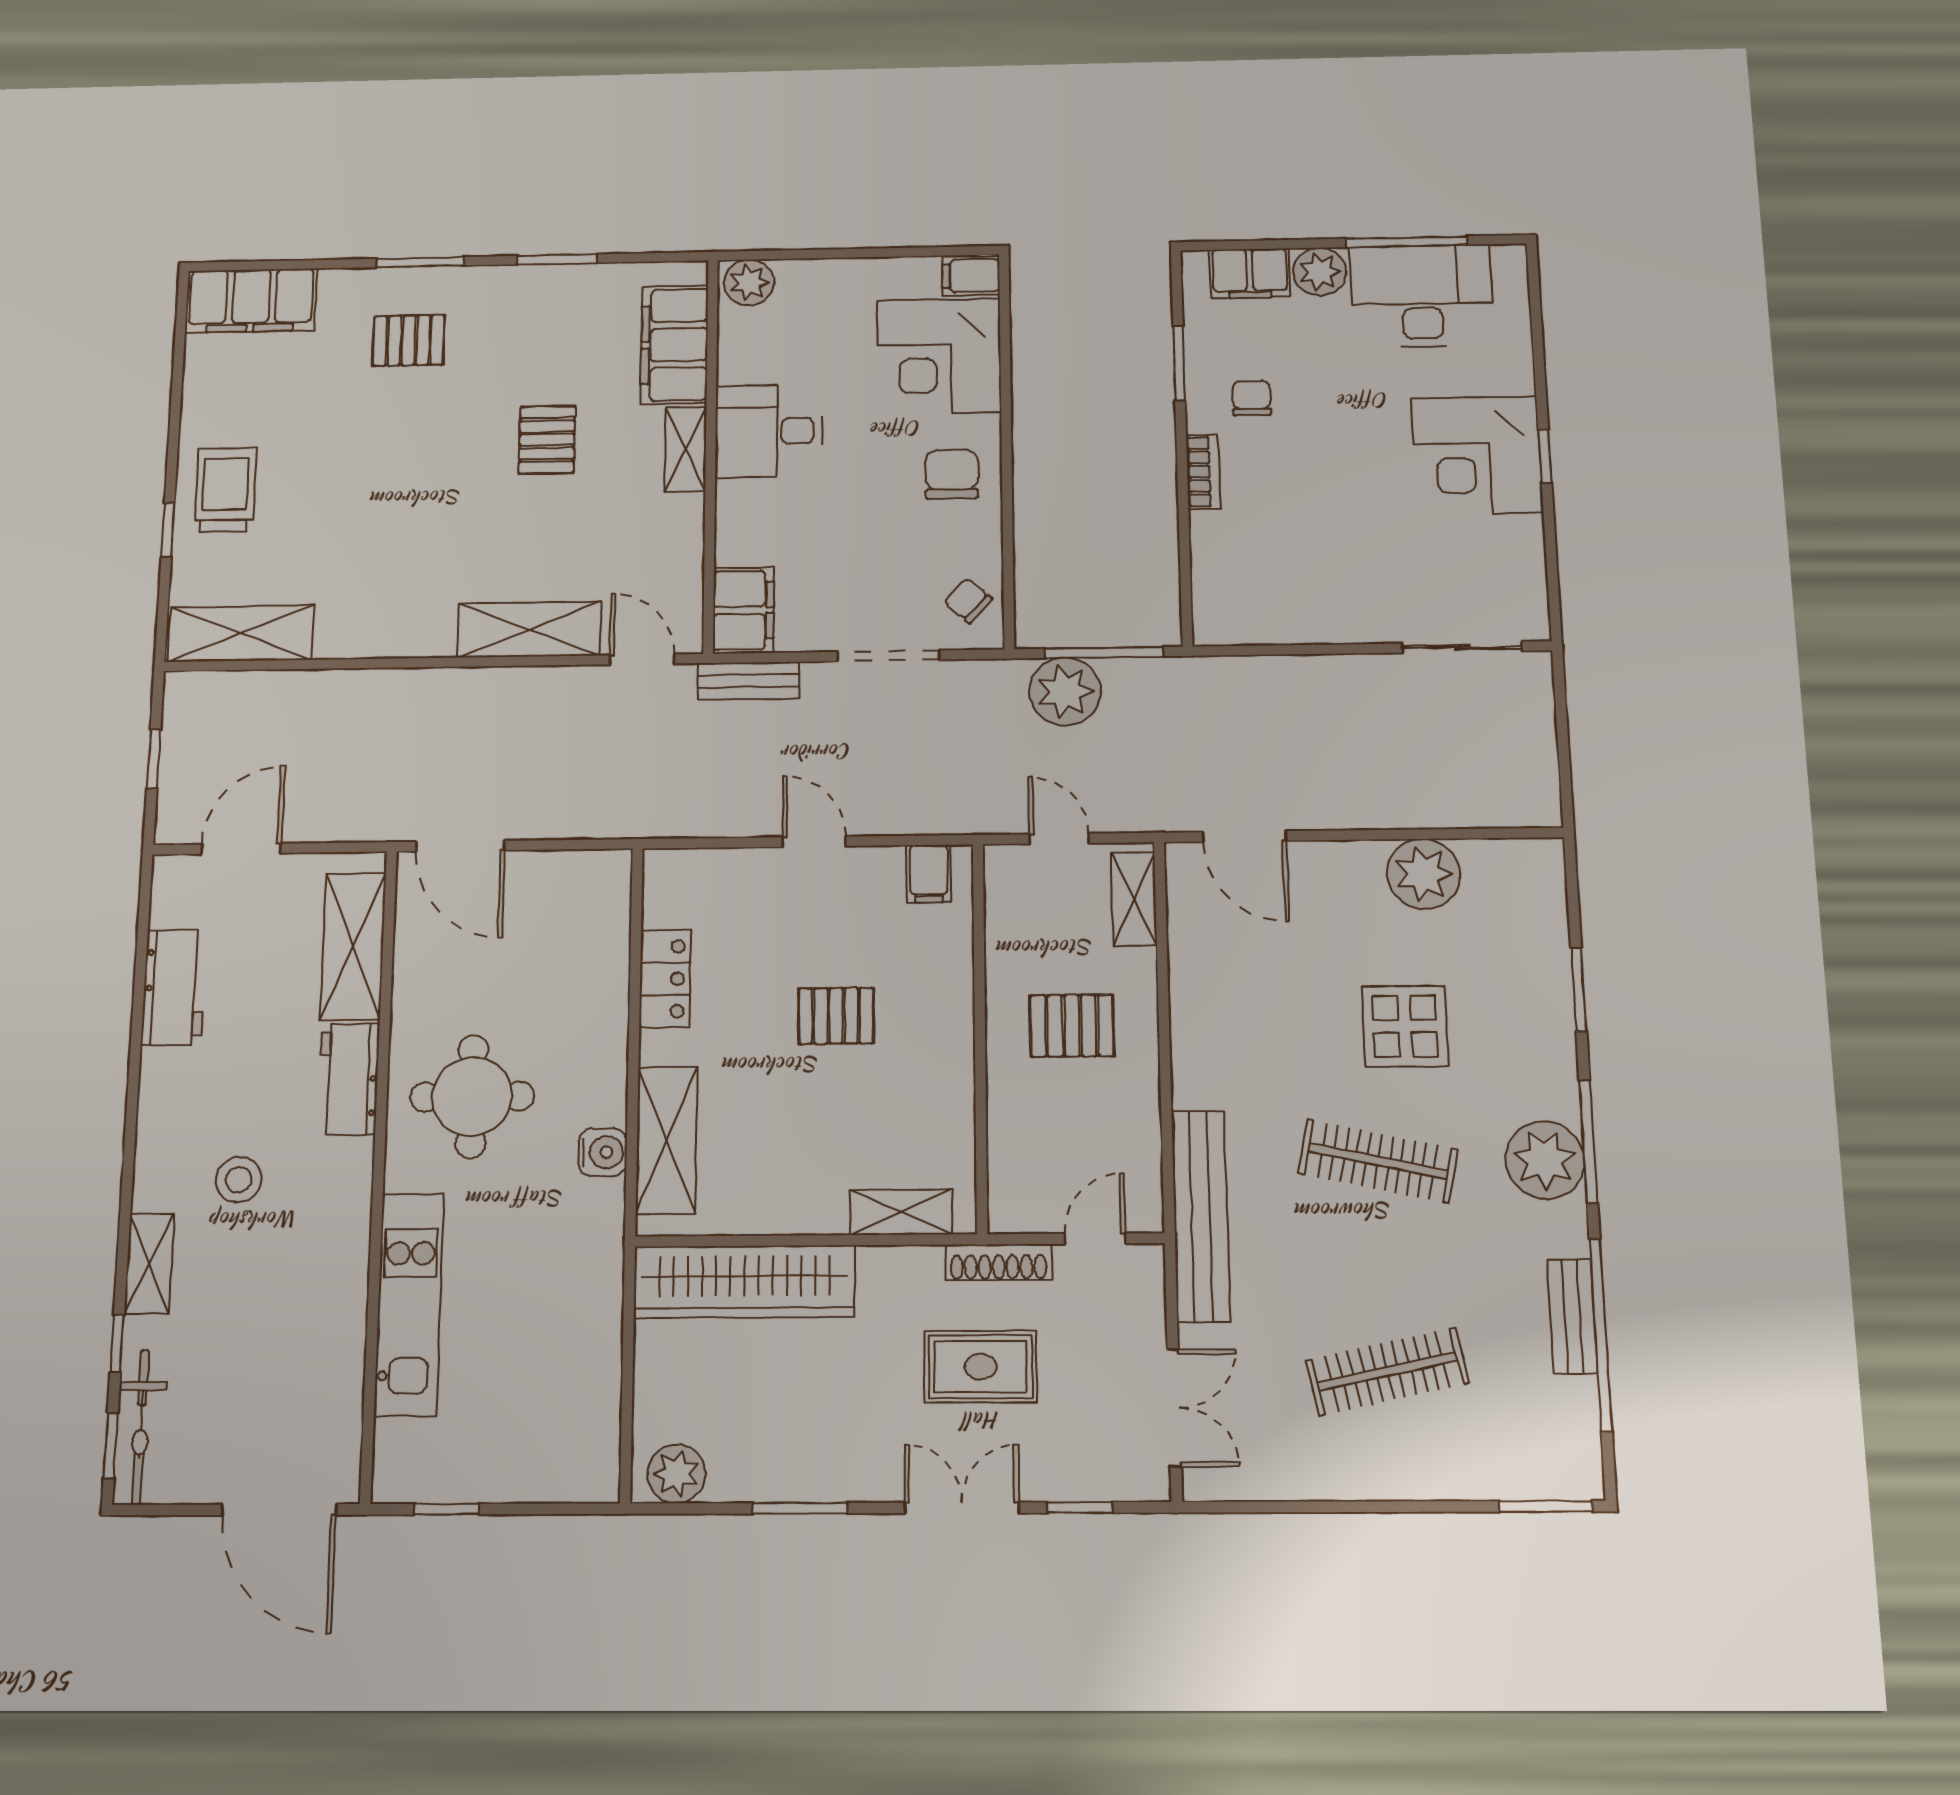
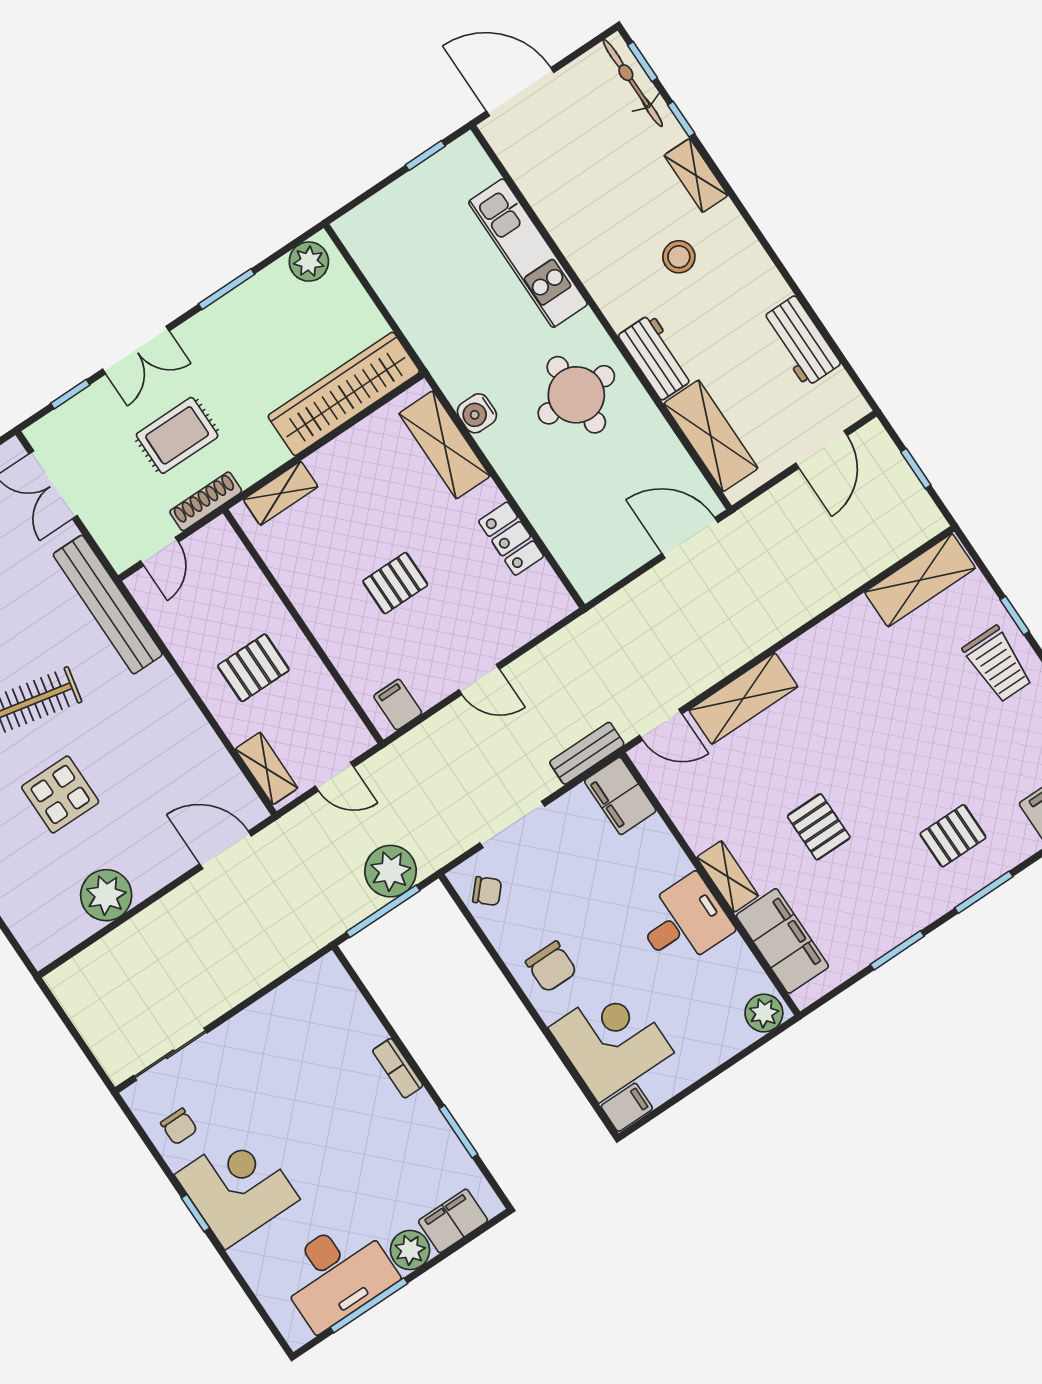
chair: (1252, 398) -> (179, 1127), moved

